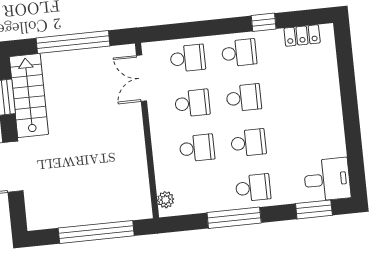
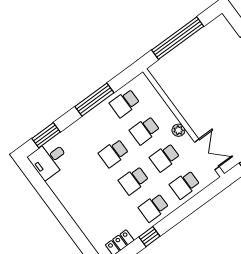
school desk: (253, 188) -> (125, 103), moved
plant: (166, 200) -> (178, 130), moved

